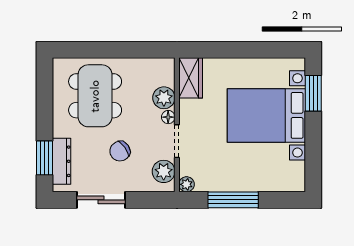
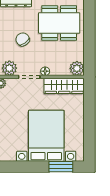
wardrobe: (191, 78) -> (64, 86), width x1.50
plant: (164, 98) -> (77, 68), moved

